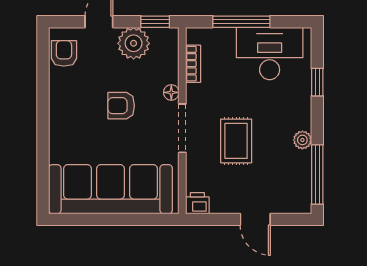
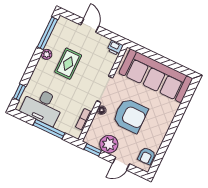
window: (317, 82) -> (19, 92), moved
armchair: (121, 106) -> (130, 116), width x1.88, depth x1.88
rug: (236, 141) -> (68, 64), moved

